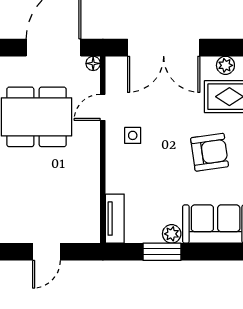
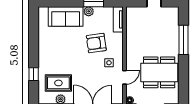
armchair: (210, 152) -> (96, 43), moved

